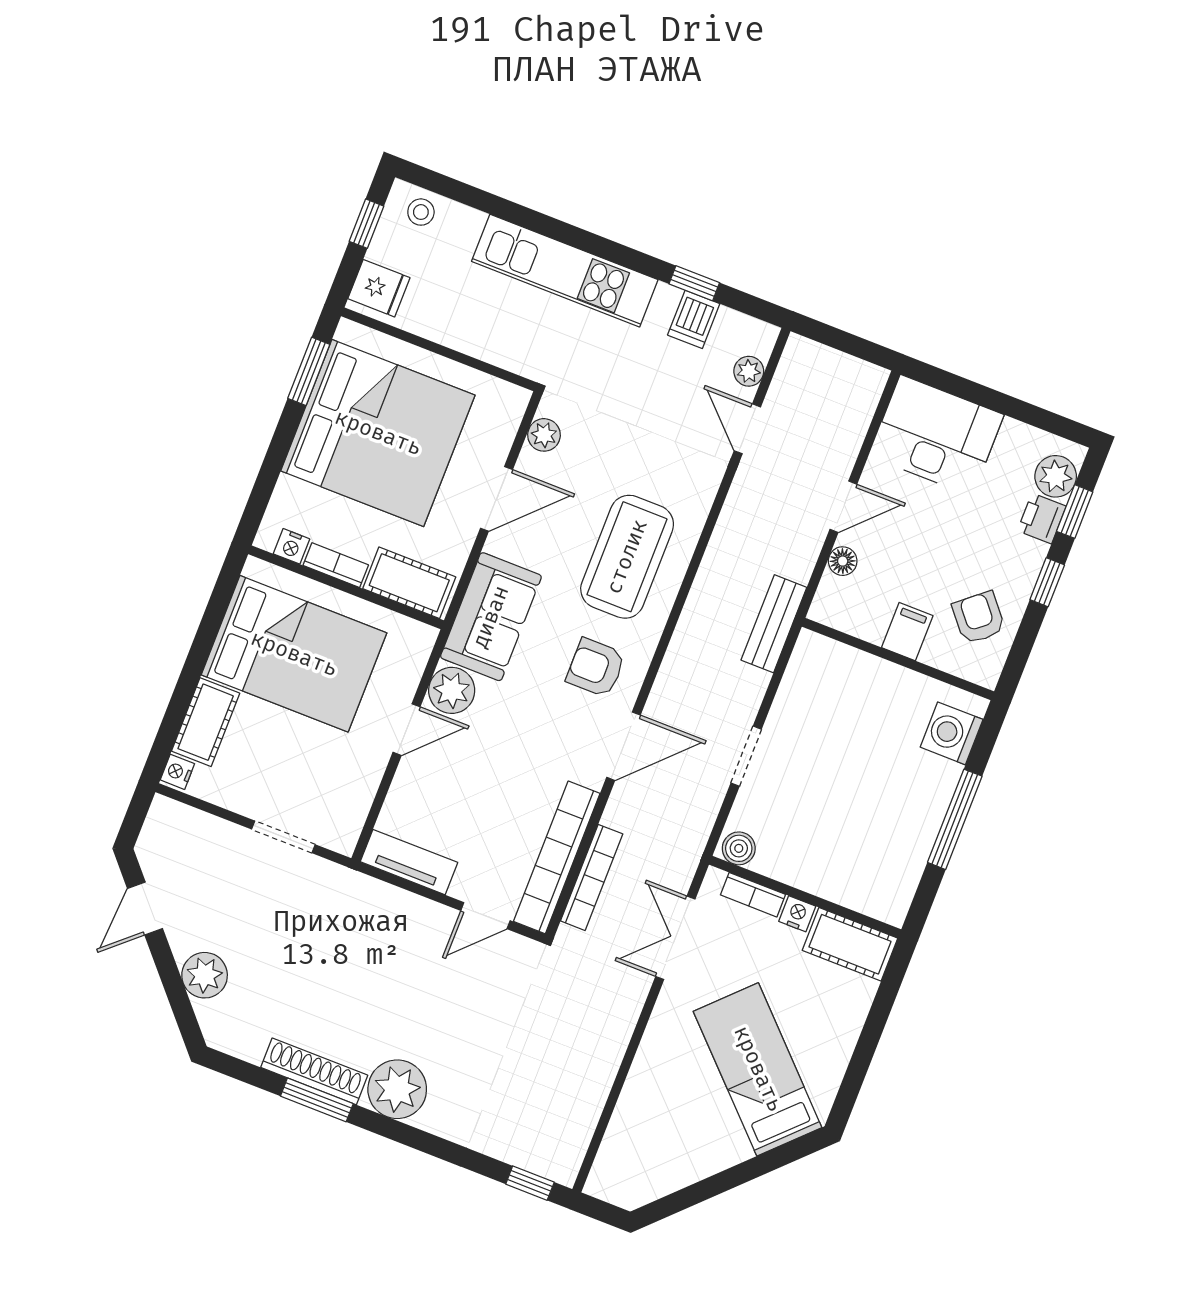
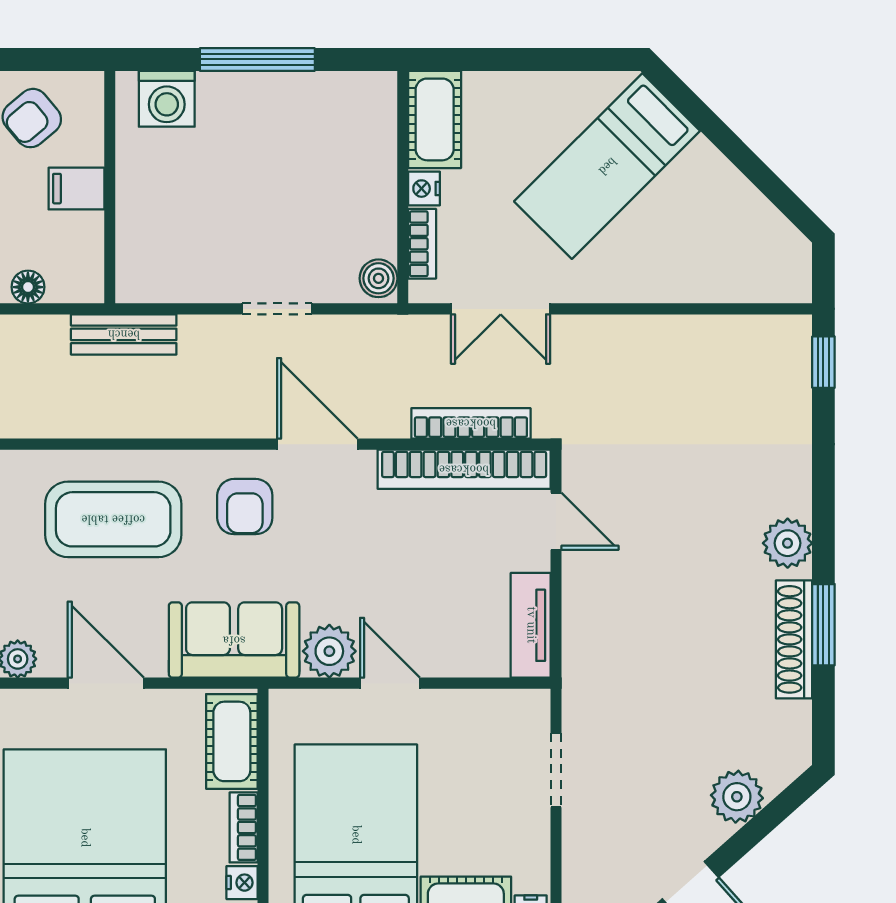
plant: (397, 1089) -> (788, 543), width x0.73, depth x0.73

